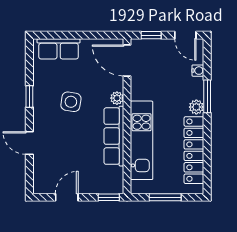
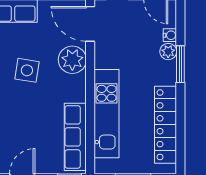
plant: (117, 98) -> (72, 60), width x1.88, depth x1.88
plant: (196, 107) -> (168, 52), moved
row of seats: (114, 136) -> (75, 137), moved

